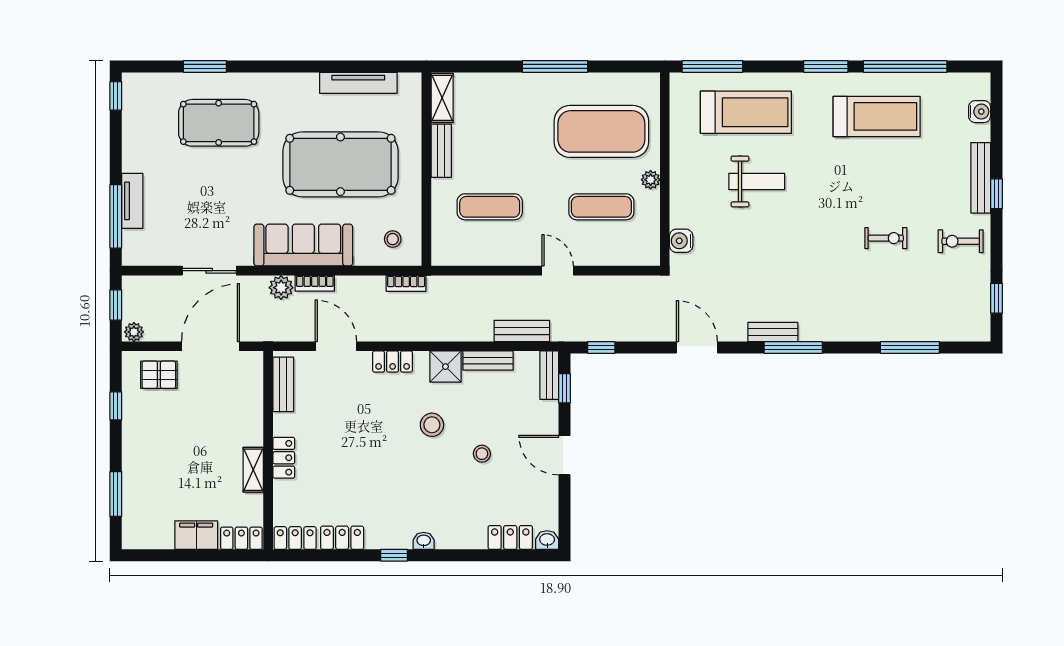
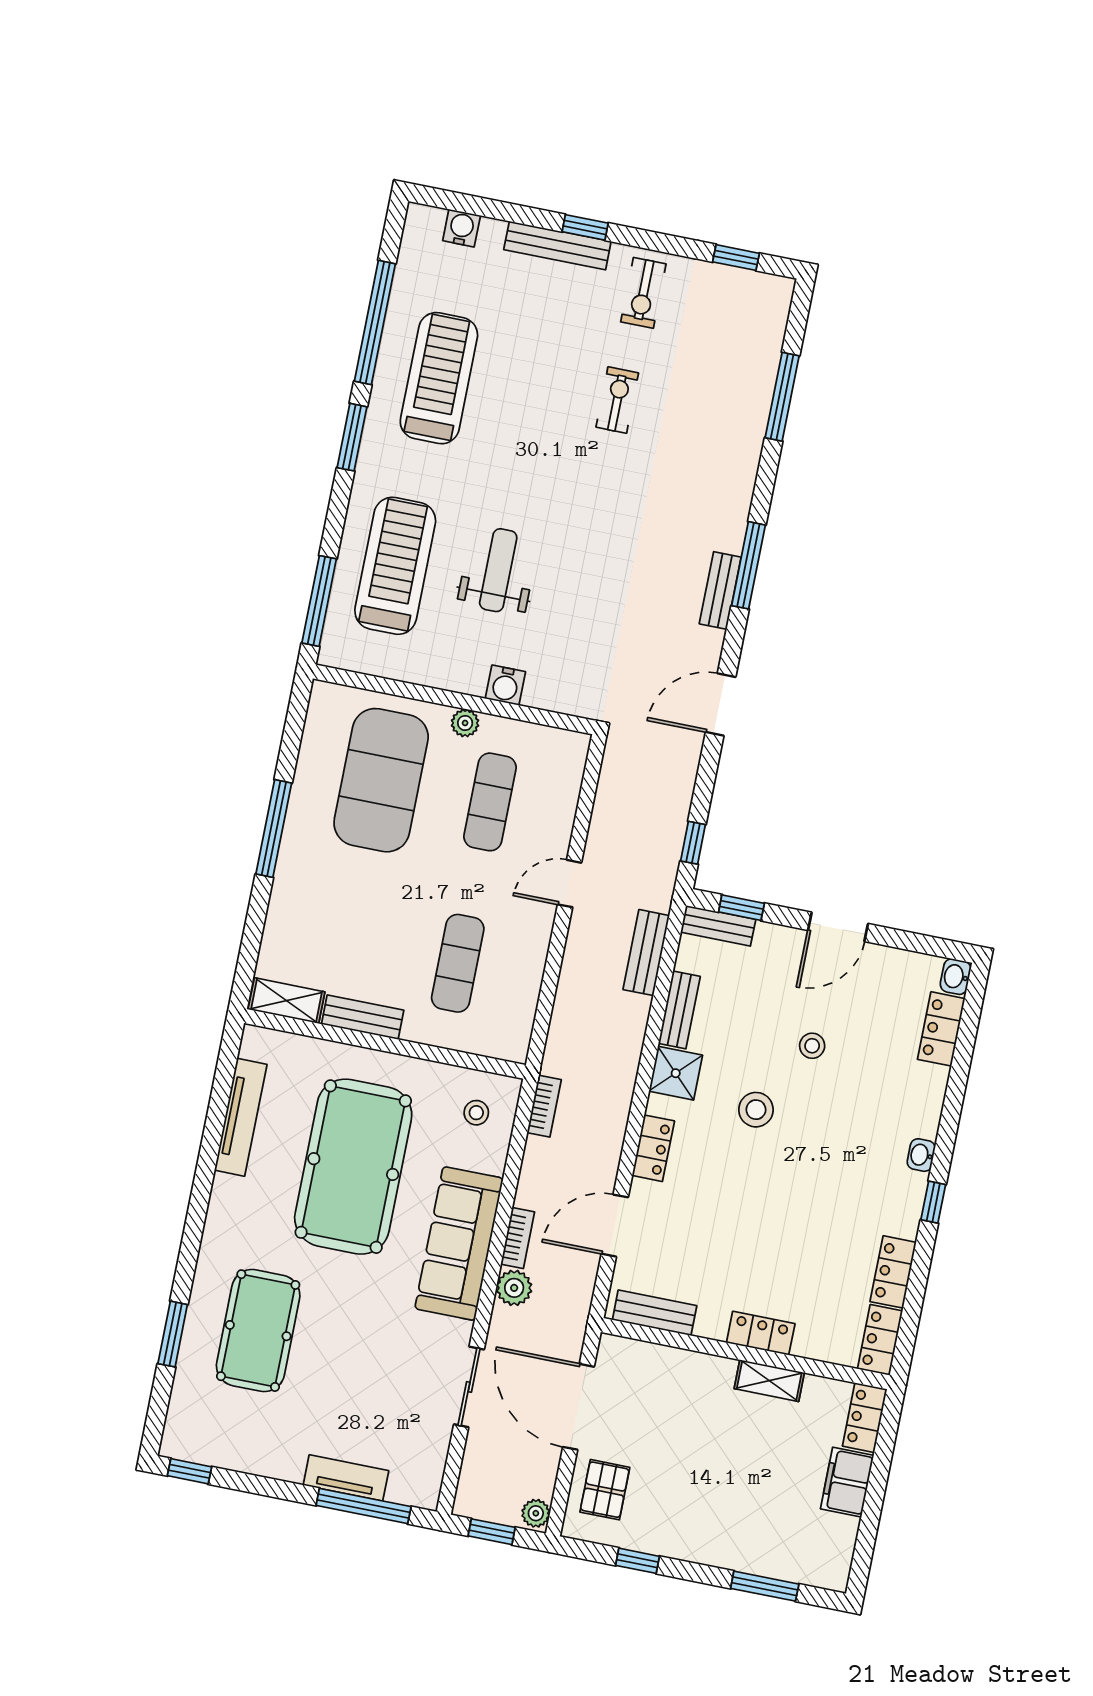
water cooler: (681, 241) -> (505, 685), moved

